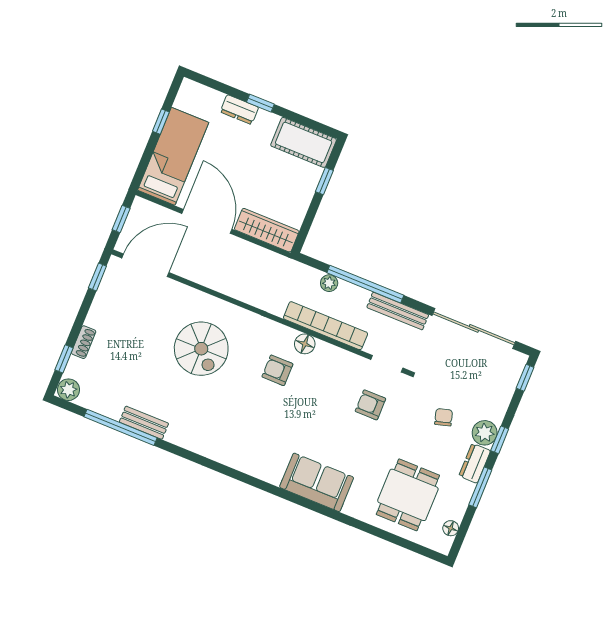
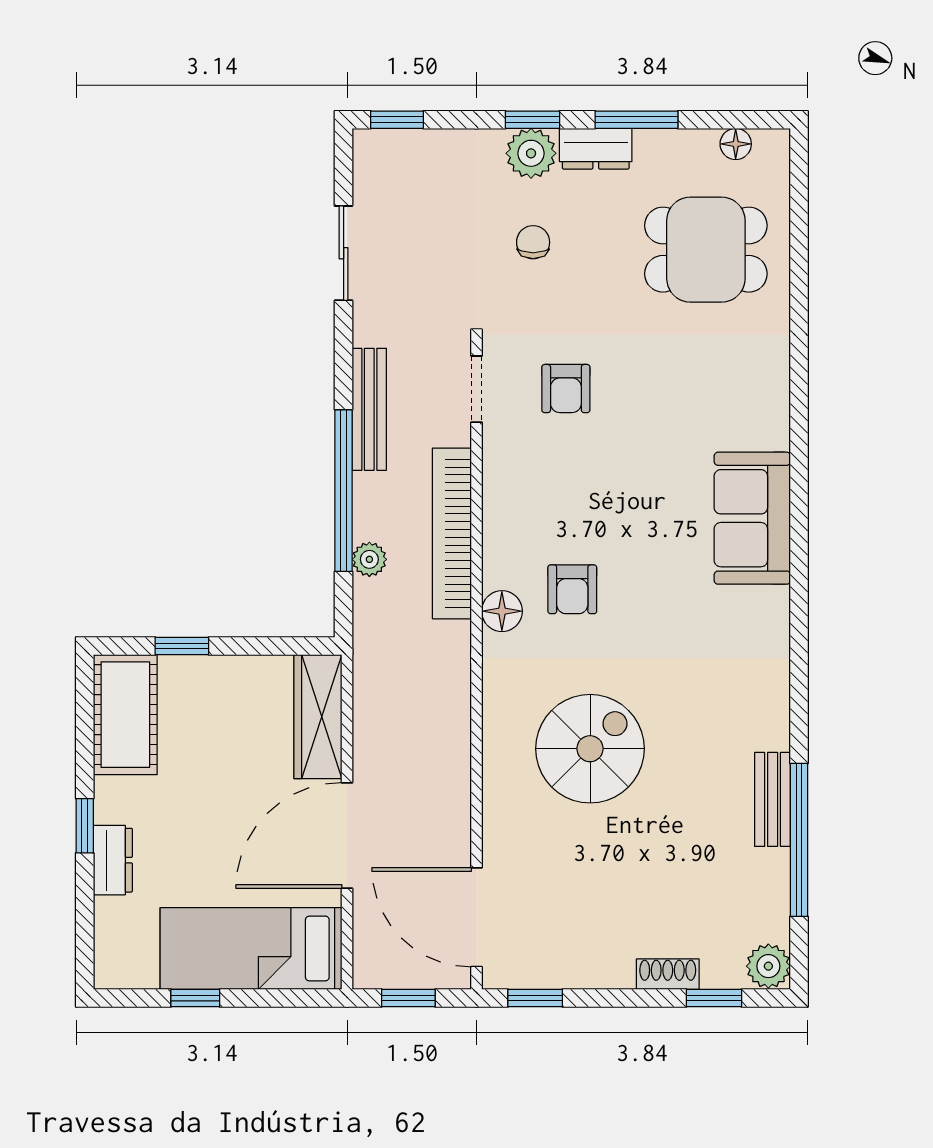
sliding door: (474, 328) -> (344, 253), width x0.54
floor lamp: (305, 344) -> (502, 611), moved
chair: (444, 417) -> (533, 242), turned 106
sofa: (317, 482) -> (752, 518), moved

